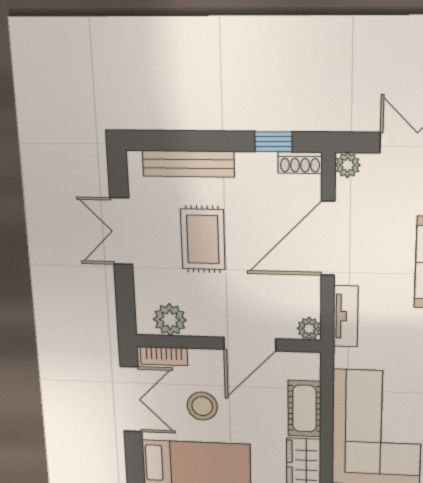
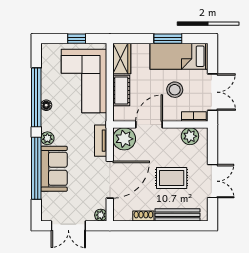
window: (273, 142) -> (136, 226), removed
shoe rack: (300, 163) -> (143, 216), moved
rug: (203, 239) -> (172, 178), turned 90
plant: (309, 329) -> (124, 139), width x1.87, depth x1.87
double door: (131, 399) -> (213, 92), swing flipped

